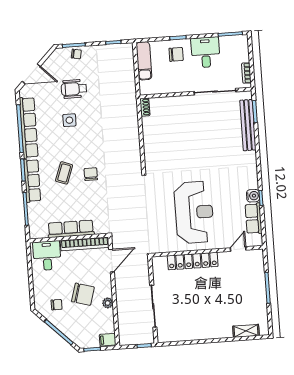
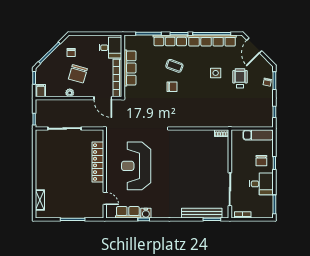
reception desk: (194, 212) -> (136, 166), turned 90

